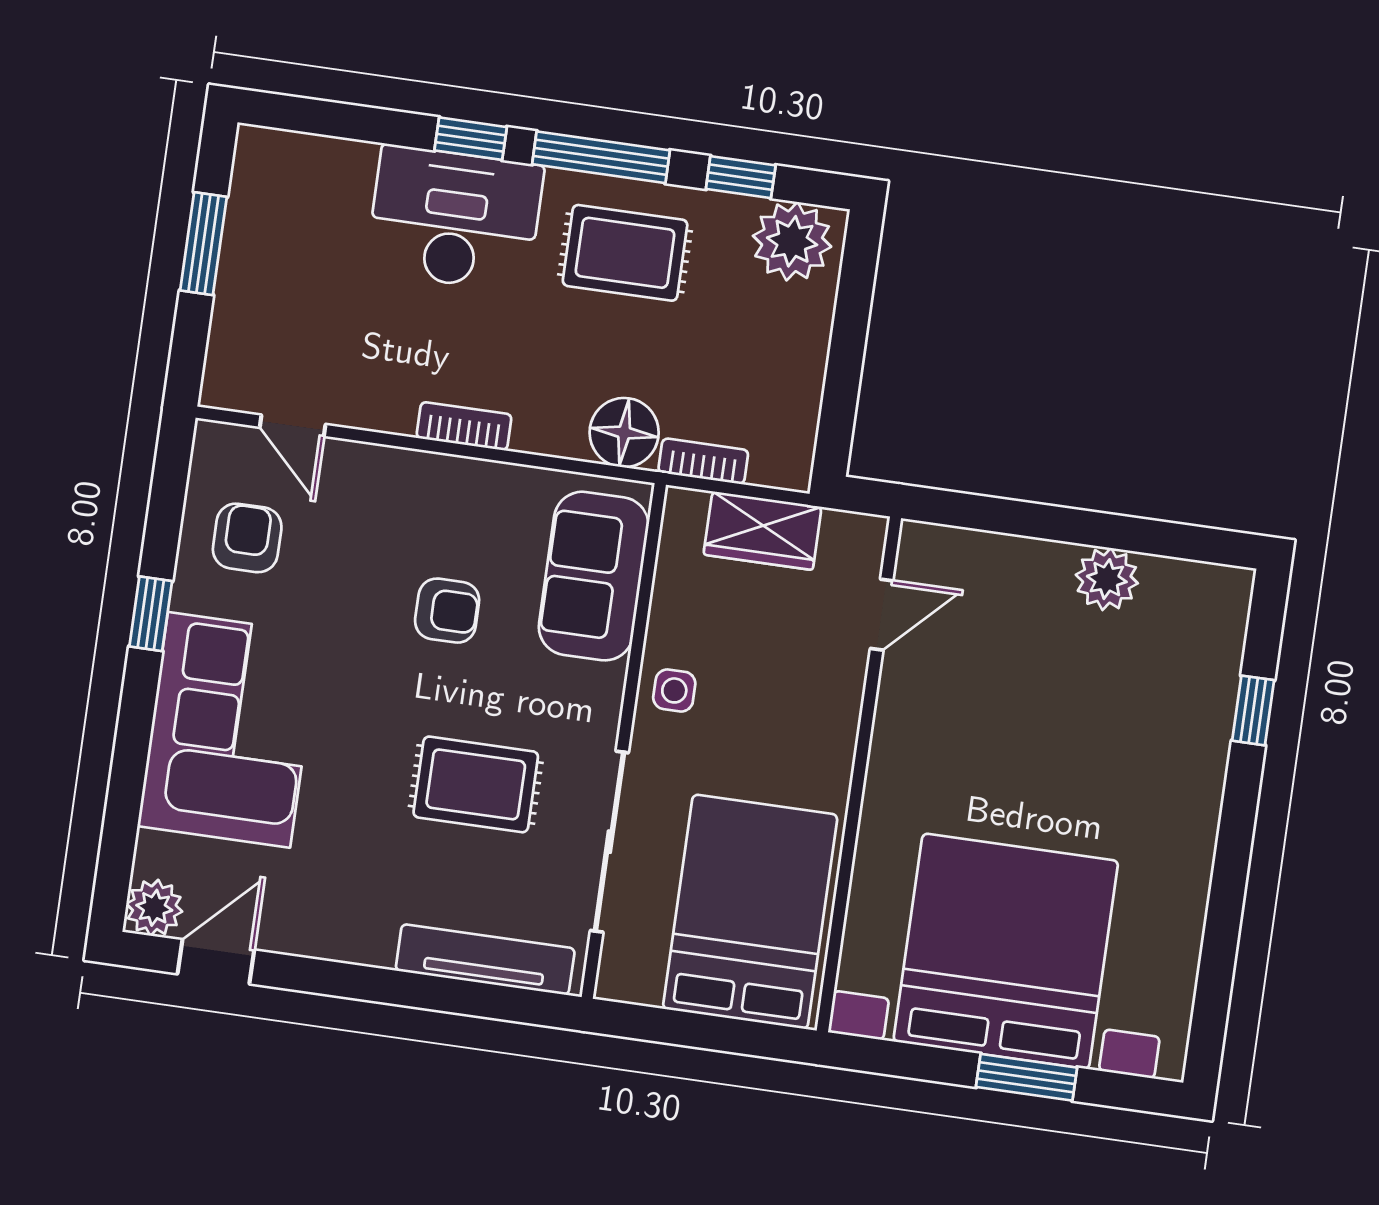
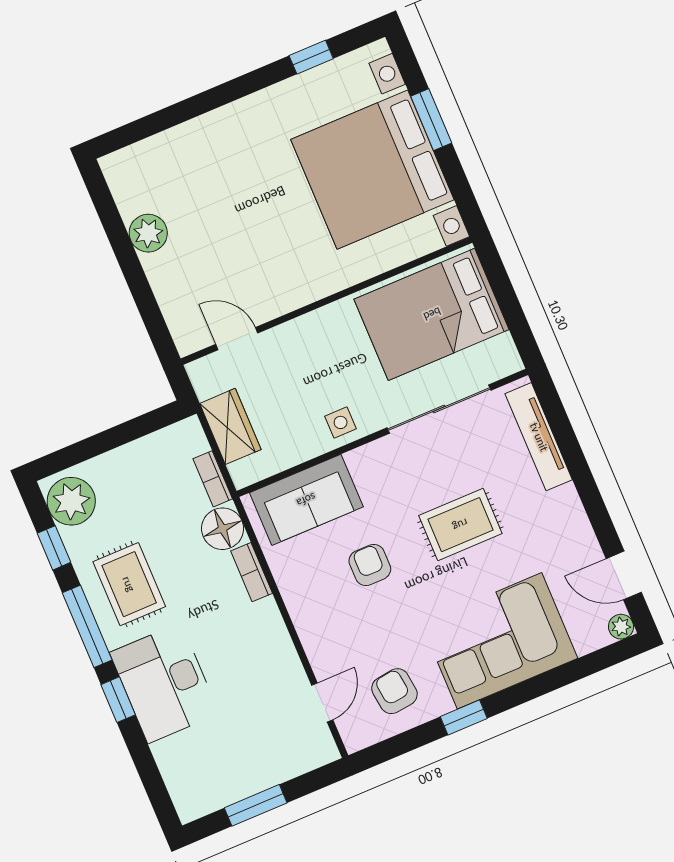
bookcase: (464, 426) -> (252, 572), moved
armchair: (247, 538) -> (394, 691), turned 83
window: (1253, 710) -> (311, 57), moved
rug: (476, 784) -> (460, 525), moved, turned 90
plant: (154, 908) -> (621, 627), width x0.73, depth x0.73

